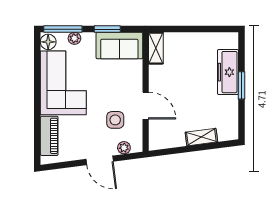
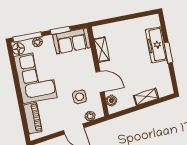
shelving: (156, 48) -> (102, 50), moved
boiler: (156, 133) -> (111, 101), added

